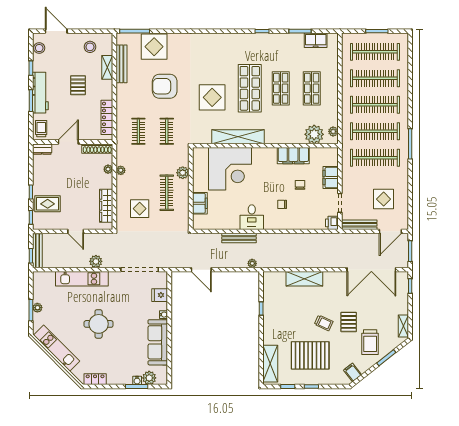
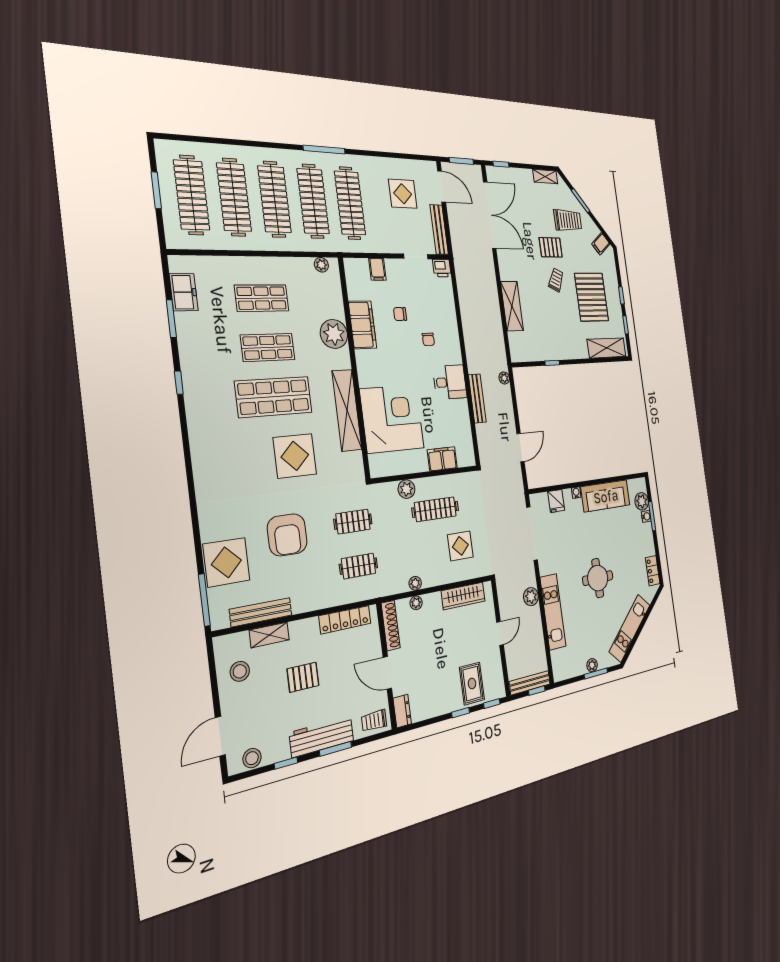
plant: (314, 134) -> (334, 334), moved
filing cabinet: (331, 178) -> (377, 269), width x0.50

